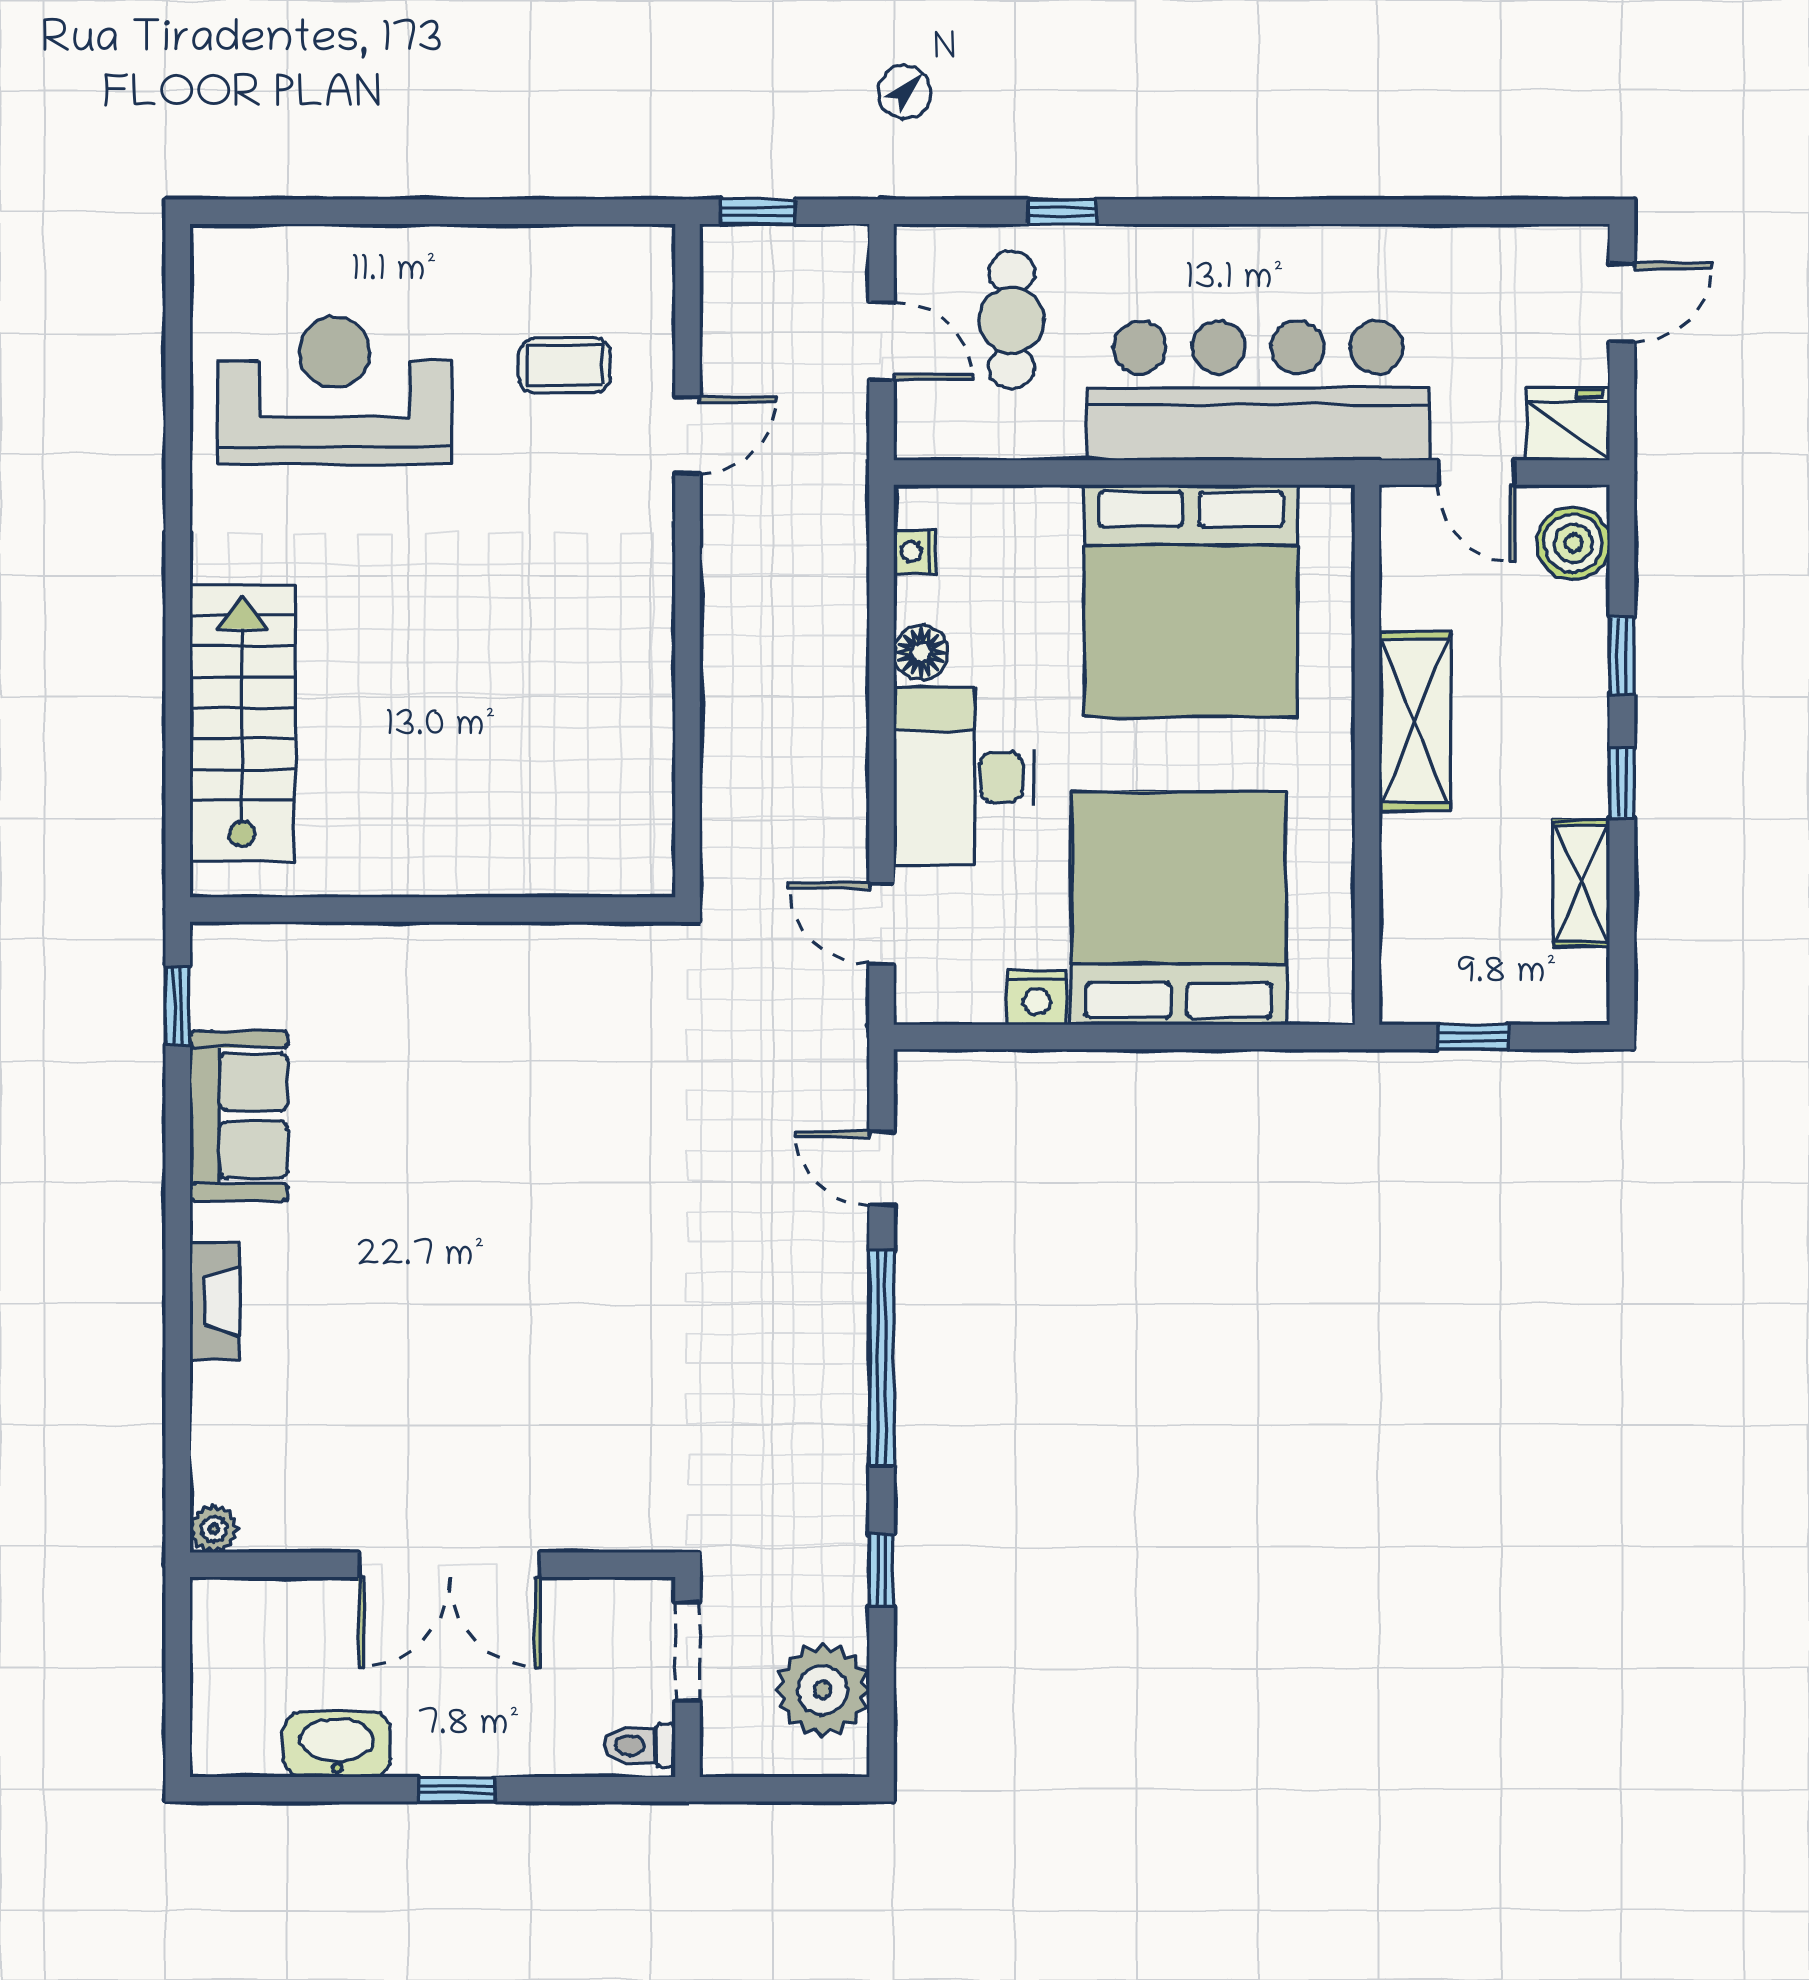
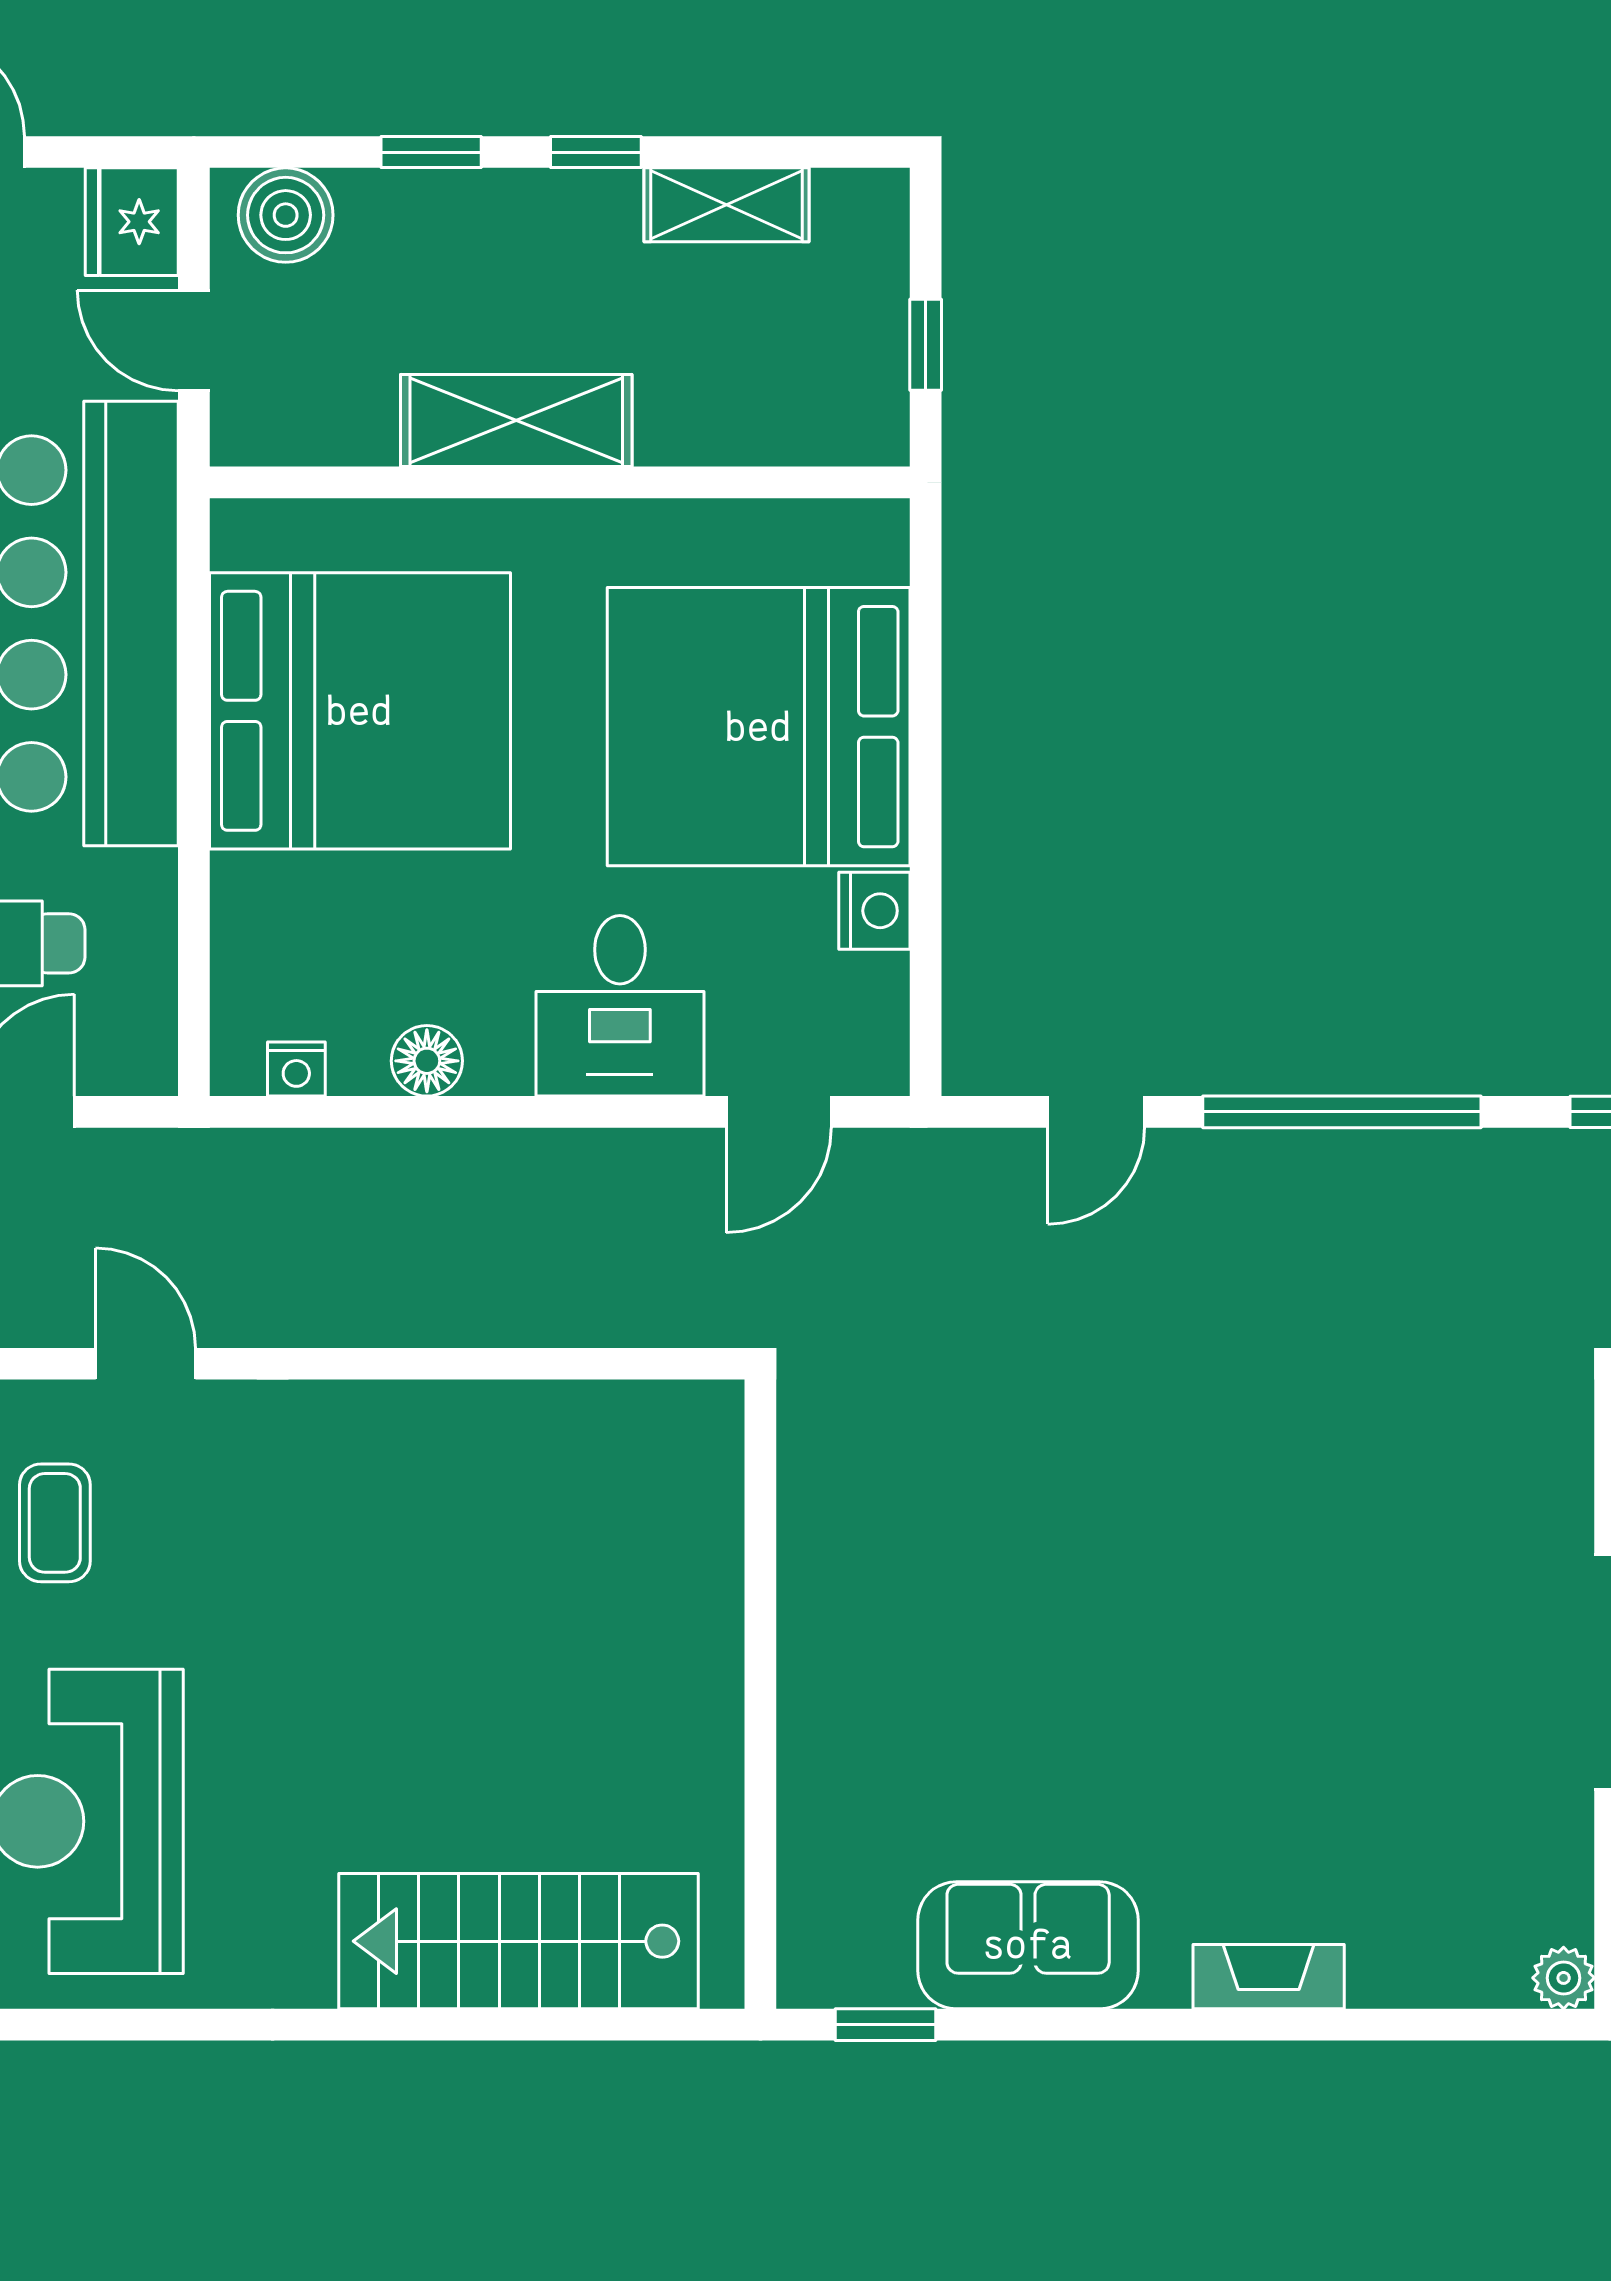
door: (1477, 473) -> (194, 341), swing flipped
desk: (963, 777) -> (620, 1006), width x0.73

